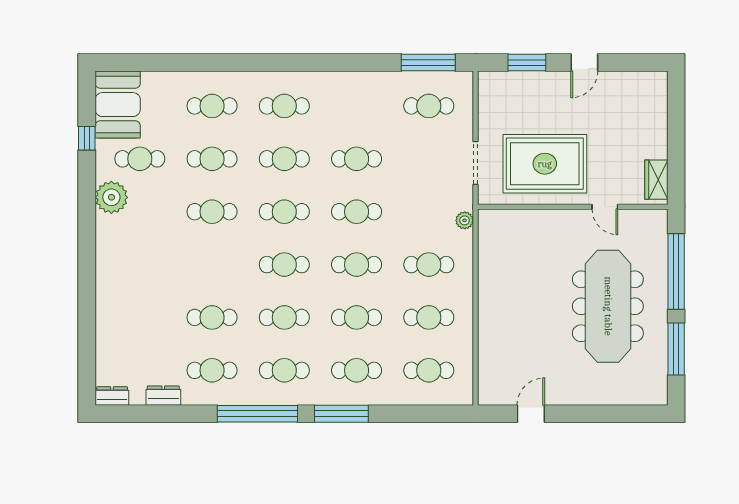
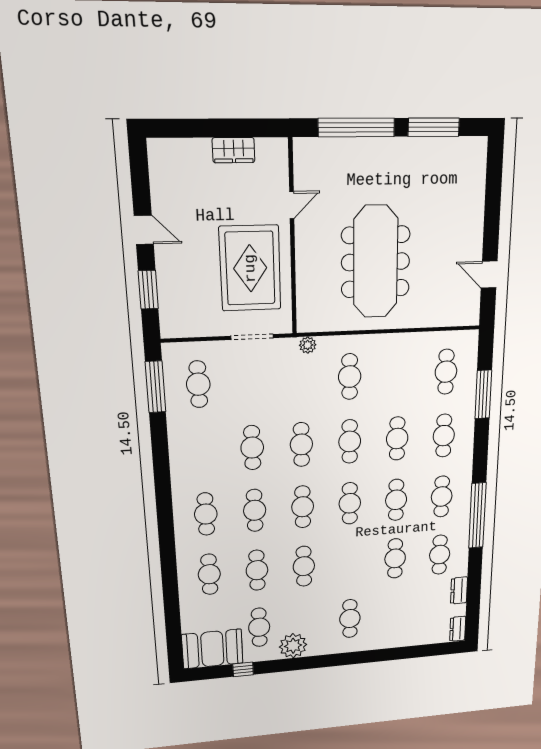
wardrobe: (656, 180) -> (234, 150), moved
meeting table: (608, 306) -> (376, 262), moved, turned 90
cafe table: (429, 317) -> (350, 619), moved
window: (341, 414) -> (483, 394), moved

